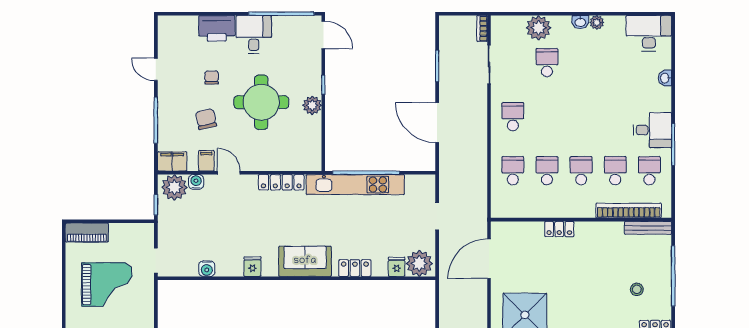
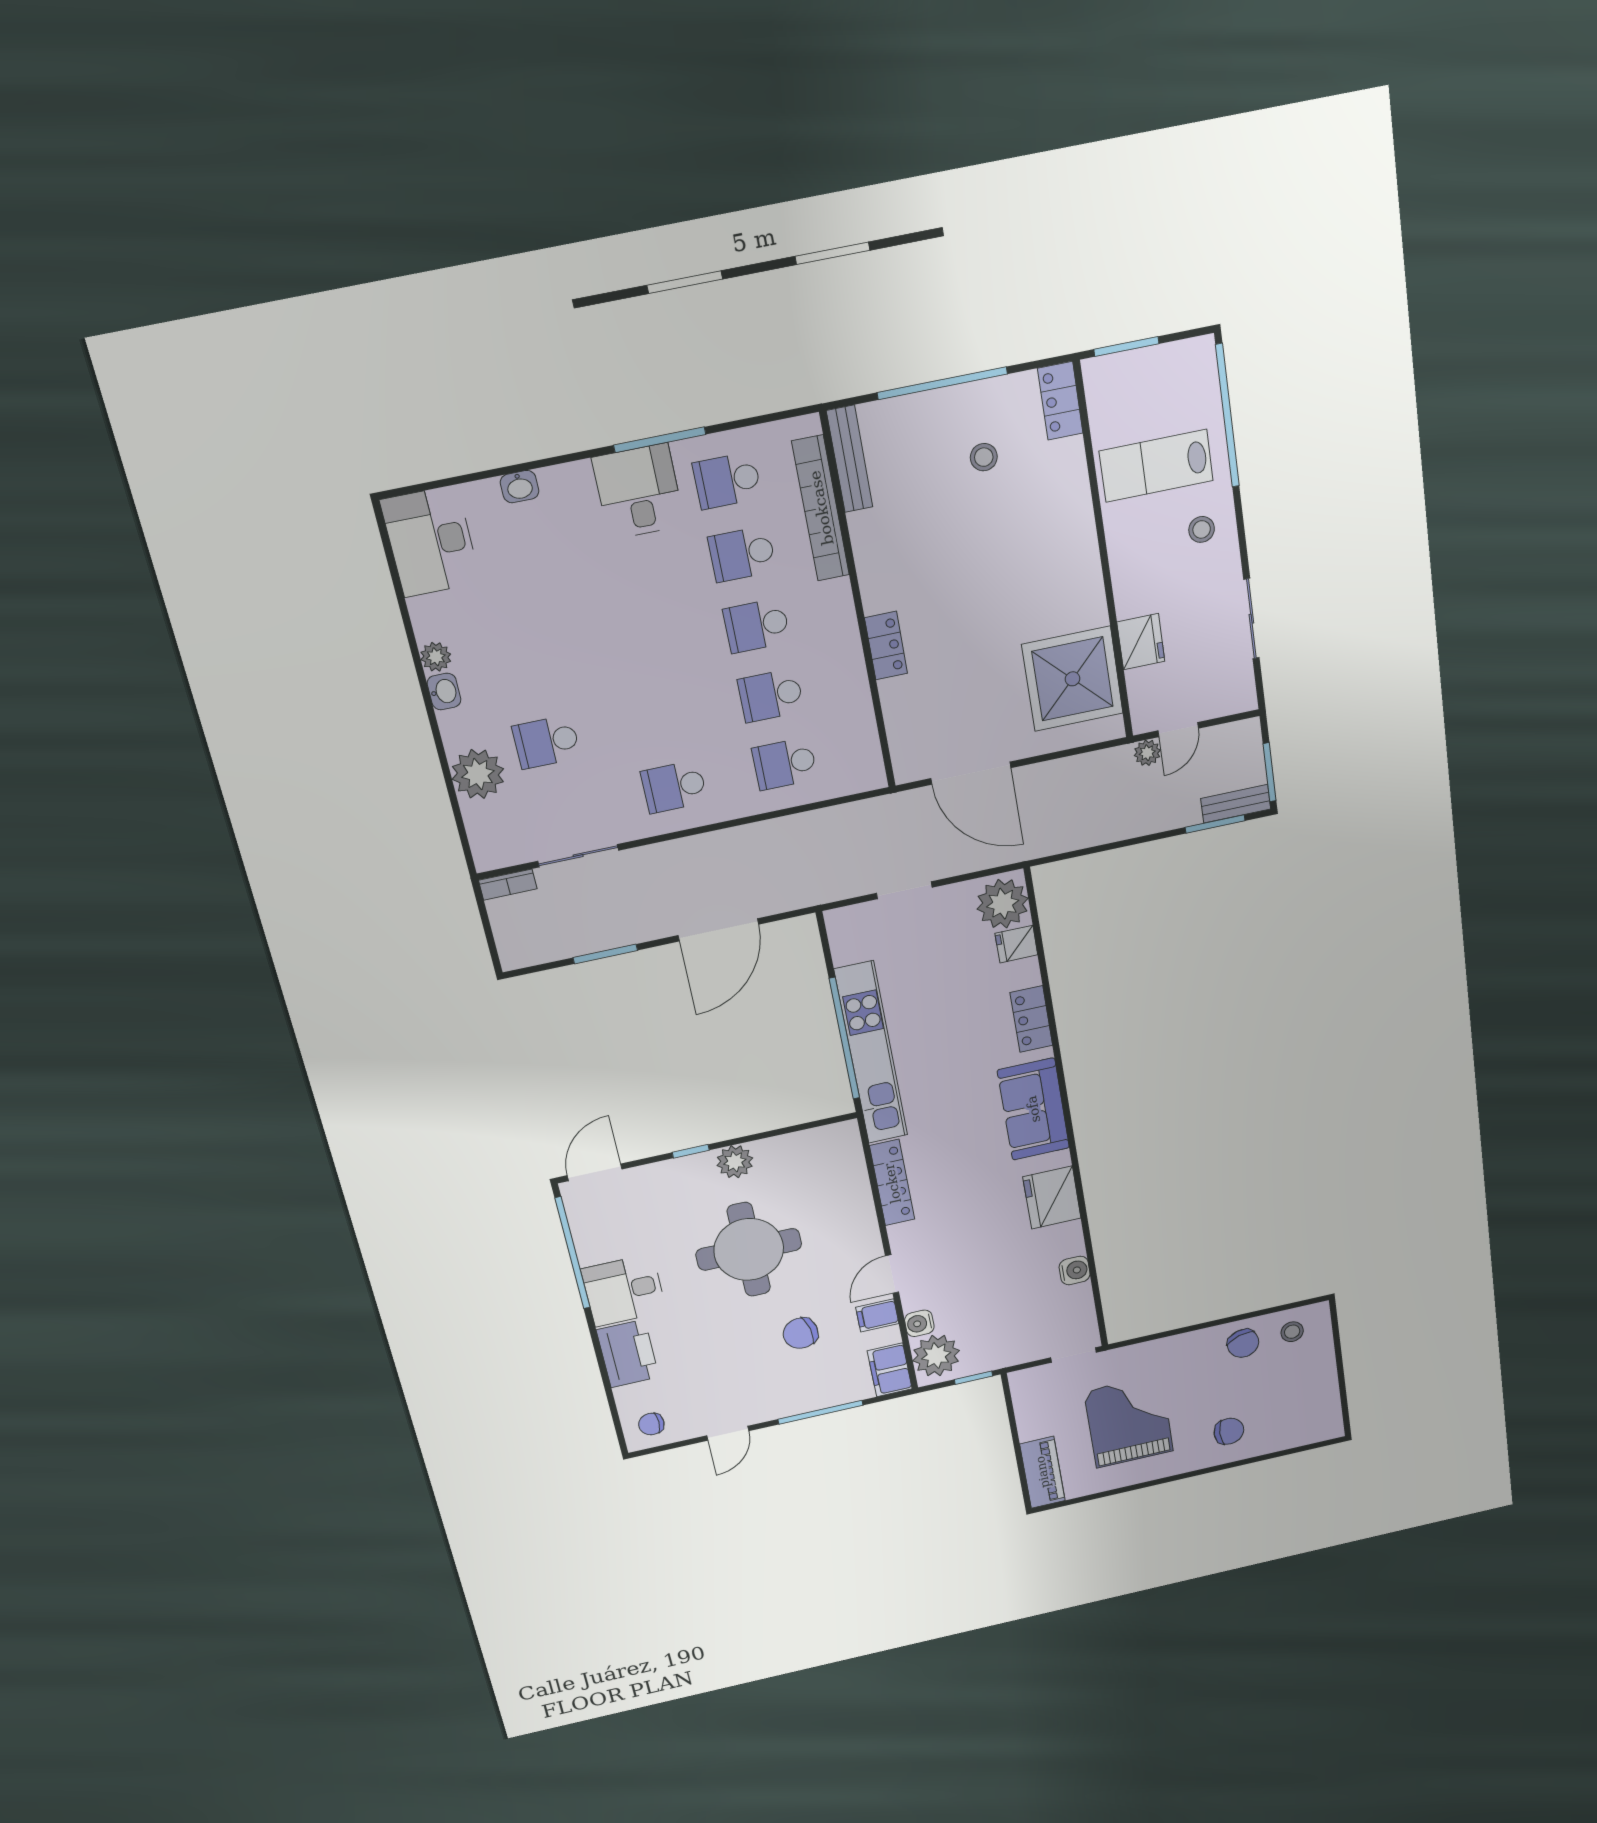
chair: (212, 77) -> (651, 1424), moved
fridge: (252, 267) -> (1052, 1198), width x1.88, depth x1.34

